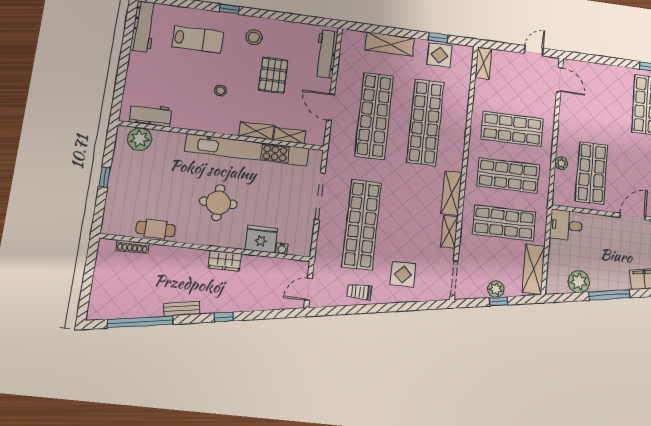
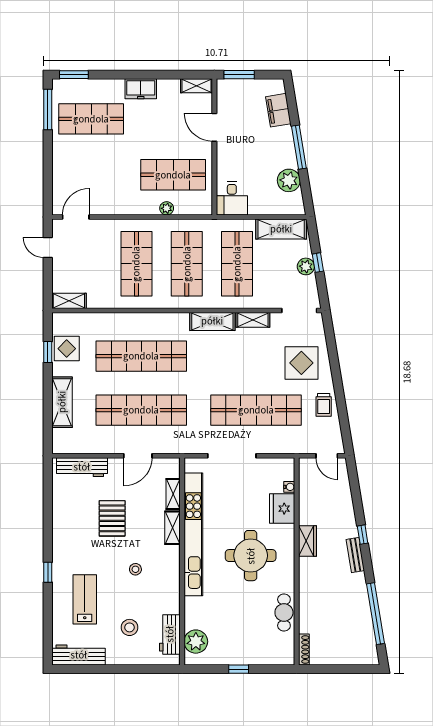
stool: (254, 37) -> (130, 627), moved
pallet: (273, 75) -> (112, 518), turned 90
round table: (218, 203) -> (251, 556), width x1.36, depth x1.36
shoe rack: (132, 247) -> (304, 650), moved
display table: (403, 274) -> (301, 363), width x1.36, depth x1.36
bench: (181, 309) -> (355, 555), moved

